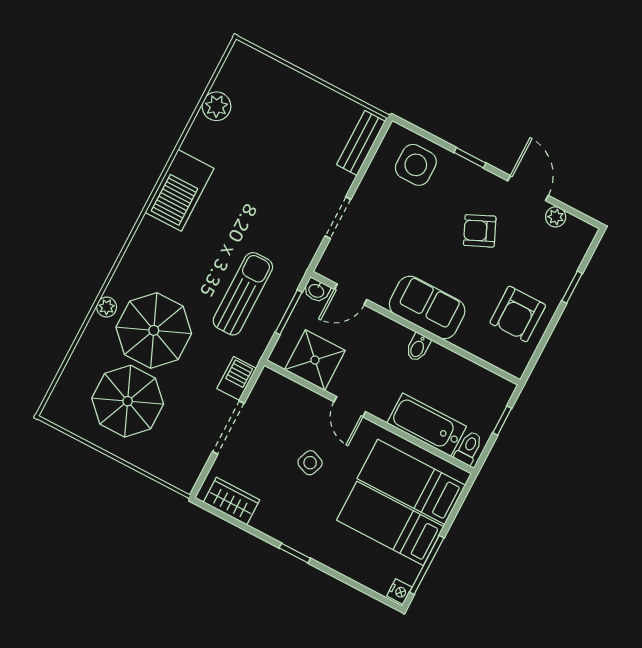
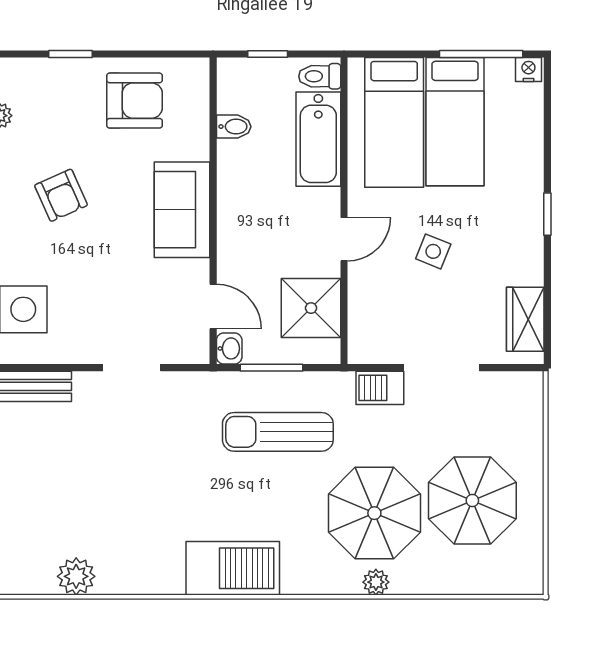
barbecue: (180, 190) -> (233, 568), moved
bidet: (418, 347) -> (234, 127), moved

